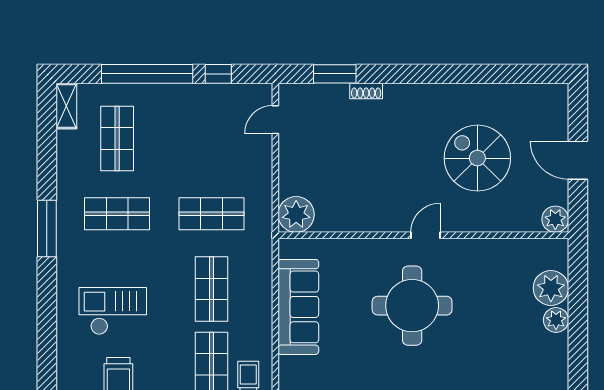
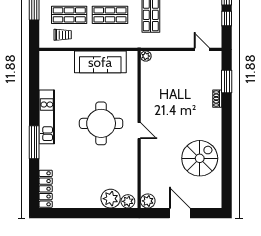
spiral stairs: (477, 158) -> (200, 158), moved
door: (578, 160) -> (180, 213), hinge flipped
plant: (296, 214) -> (146, 56), width x0.53, depth x0.53
plant: (556, 320) -> (128, 201), moved

